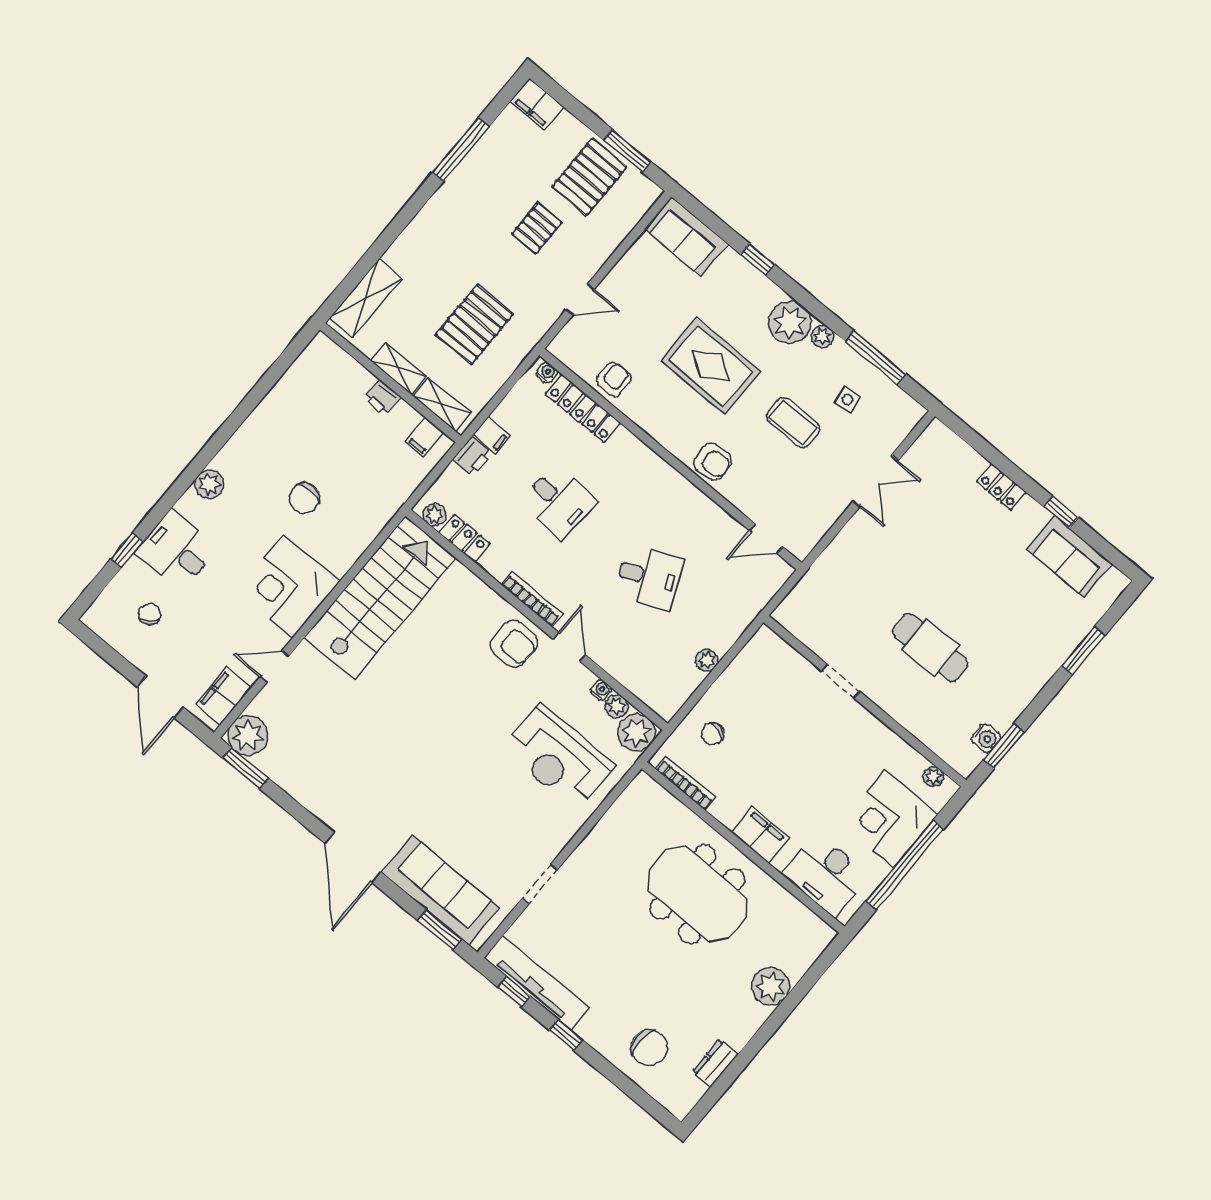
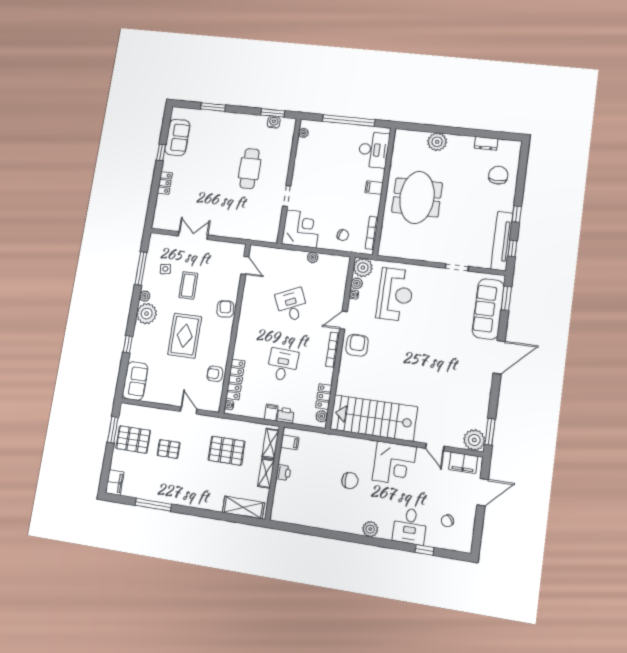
corner desk: (889, 819) -> (301, 229), moved, turned -90
filing cabinet: (760, 835) -> (374, 188), width x0.50

